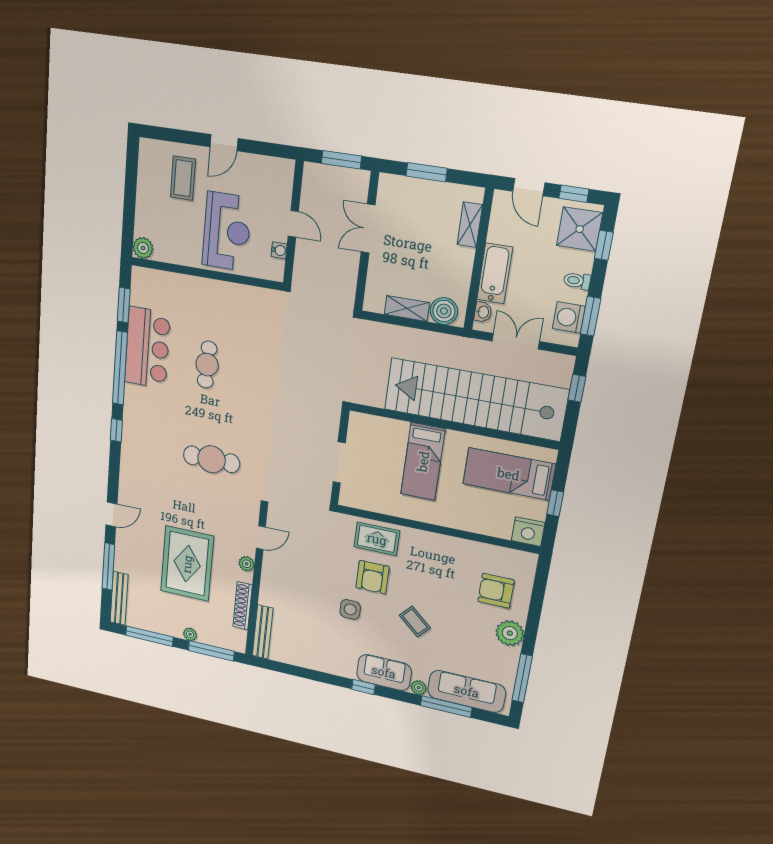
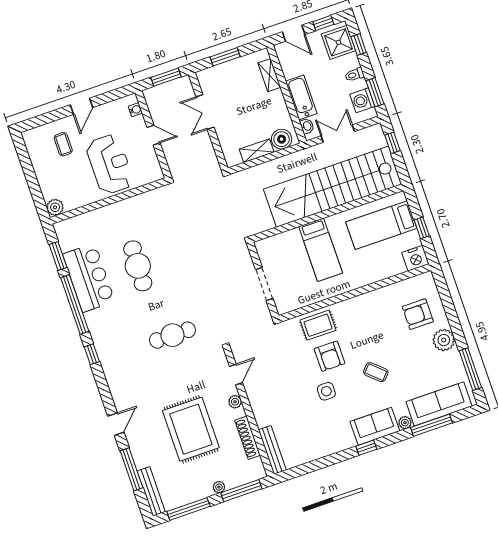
coffee table: (183, 178) -> (63, 144), width x0.73, depth x0.77
water cooler: (279, 250) -> (135, 110), moved
cafe table: (207, 365) -> (138, 266), width x1.37, depth x1.35

